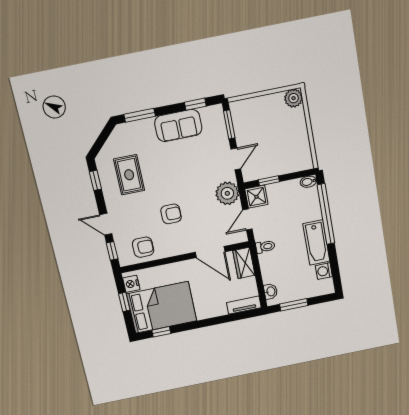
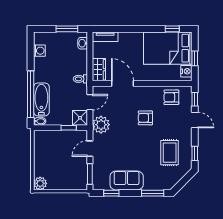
bathtub: (316, 243) -> (41, 99), moved

